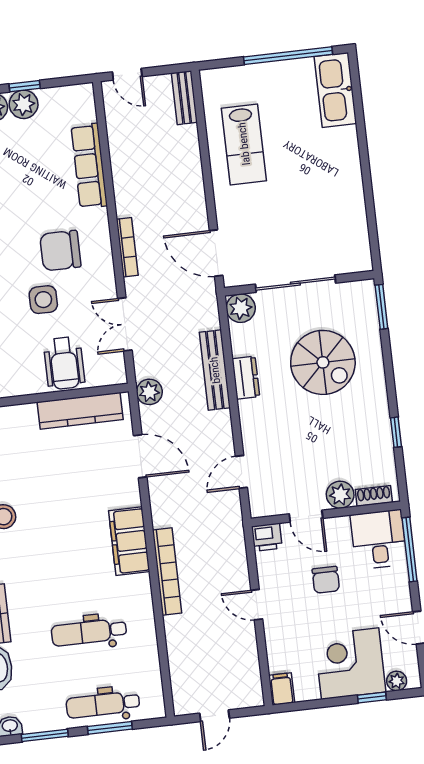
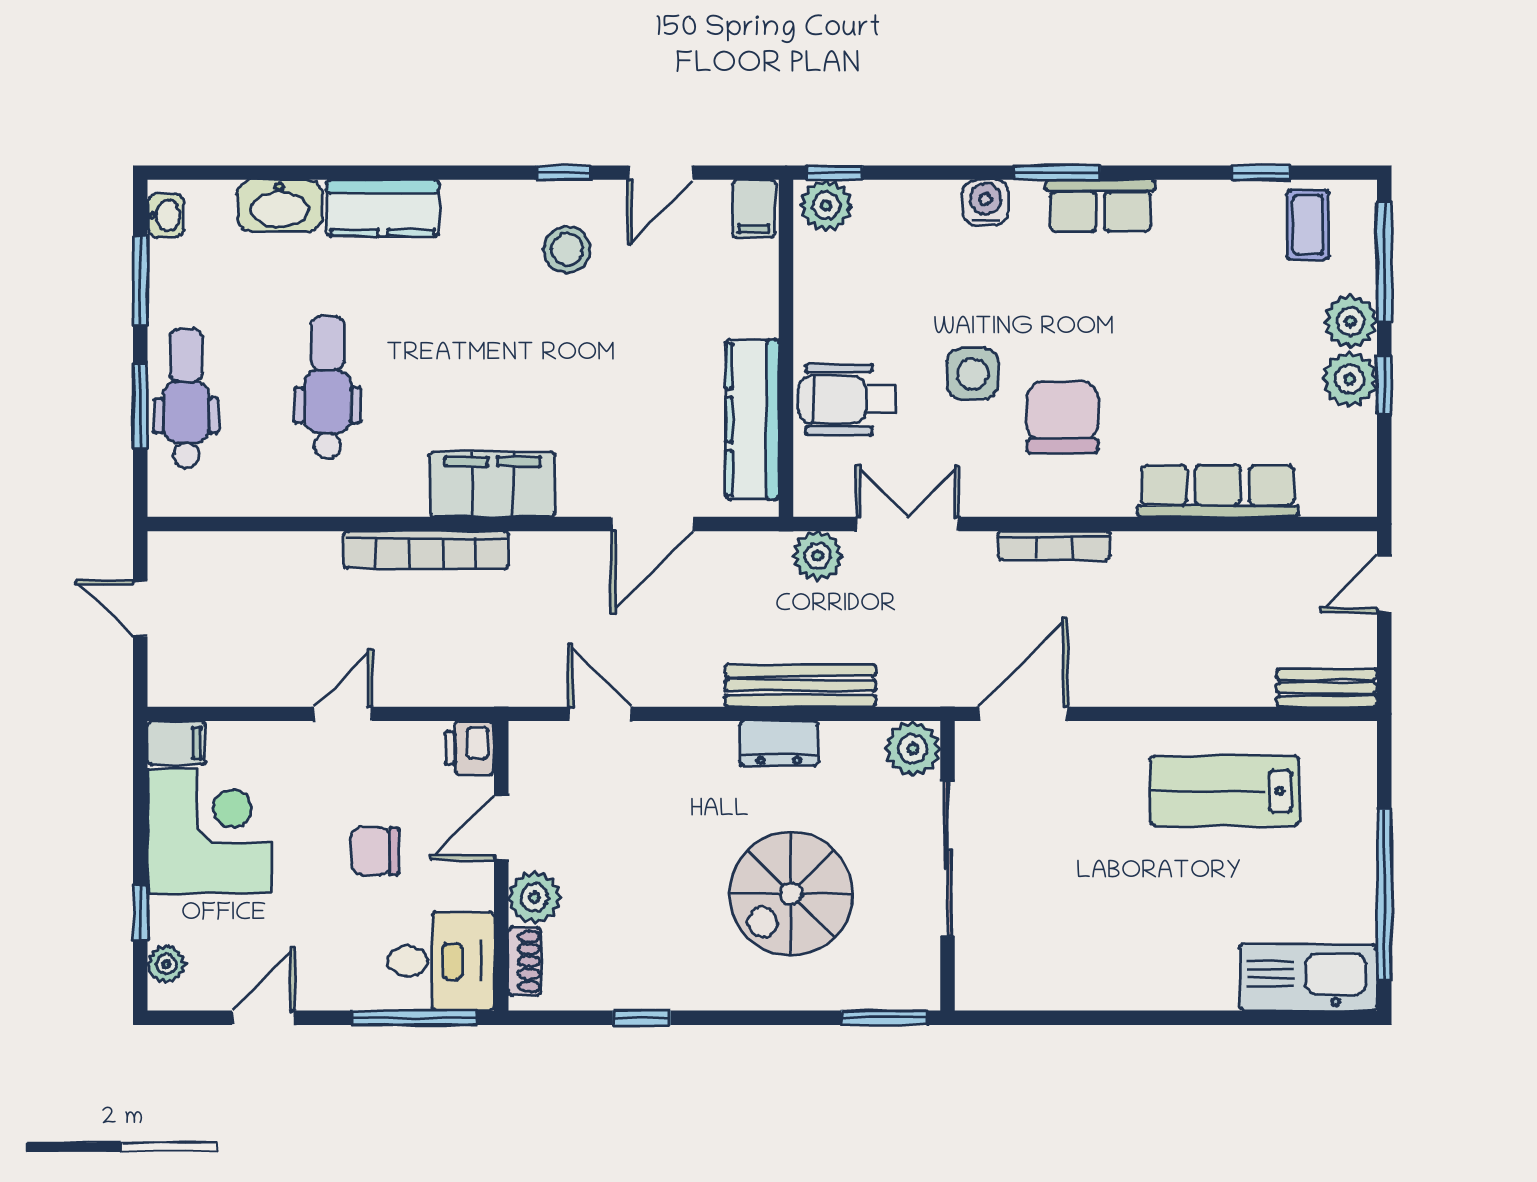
plant: (149, 392) -> (818, 556), moved
corner desk: (350, 664) -> (210, 831), moved

